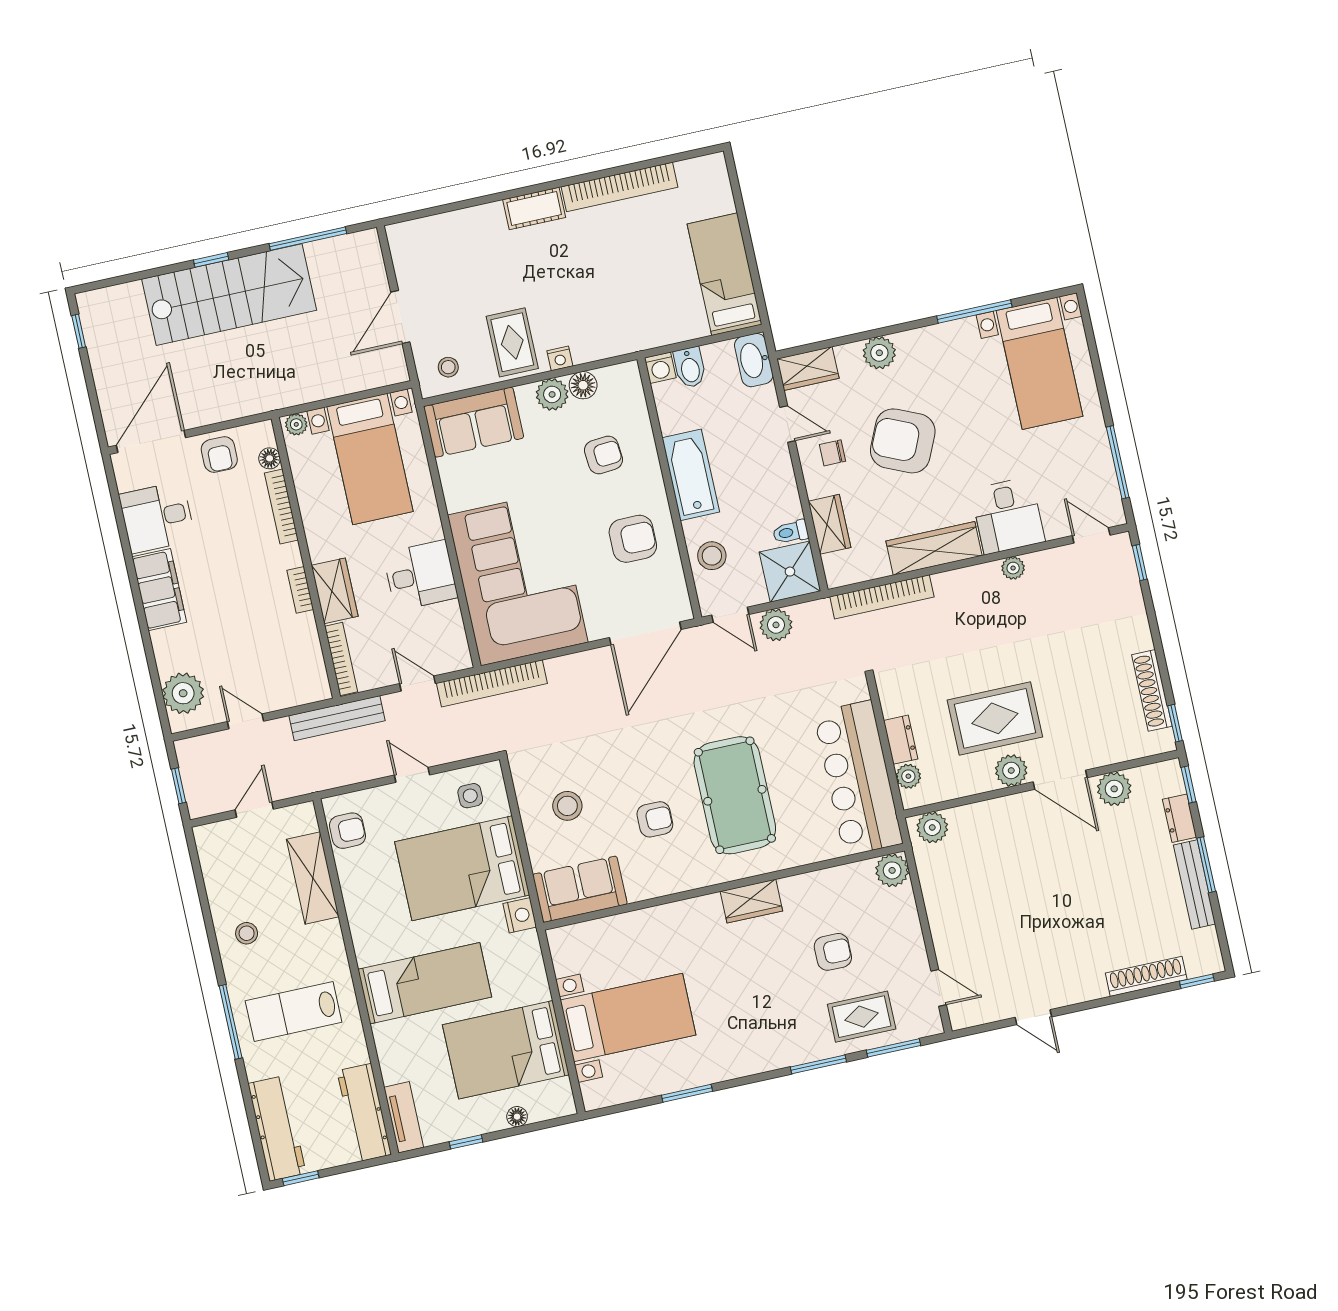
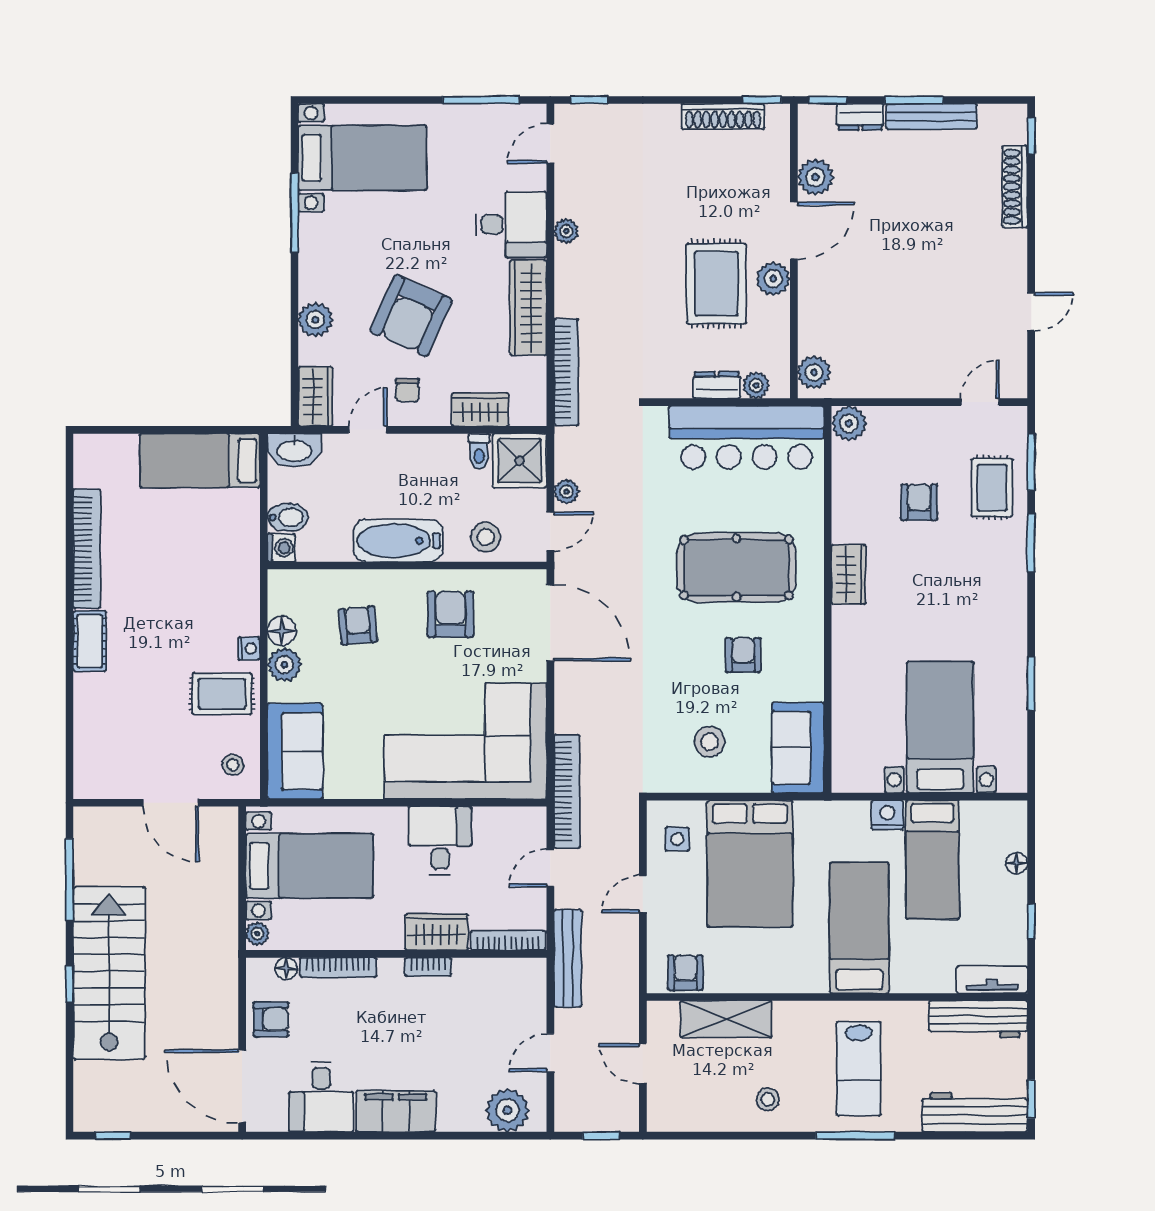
plant: (776, 625) -> (566, 492), width x0.73, depth x0.73
nightstand: (520, 915) -> (887, 815), moved
bed: (506, 1050) -> (932, 860), width x0.67

